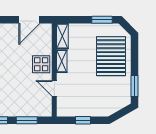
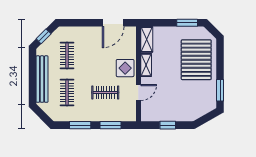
clothes rail: (22, 88) -> (105, 92), added
door: (54, 88) -> (138, 93), swing flipped

